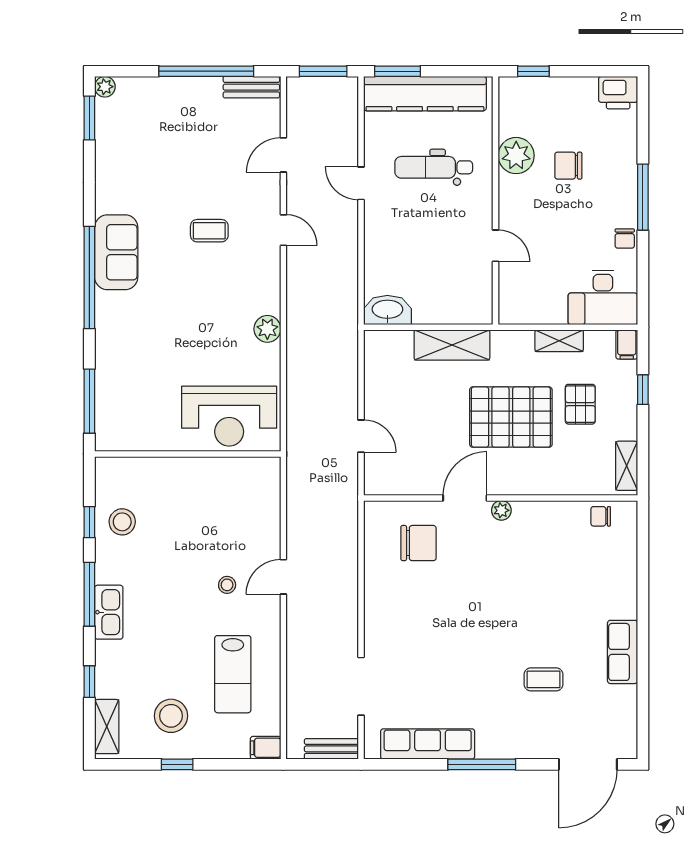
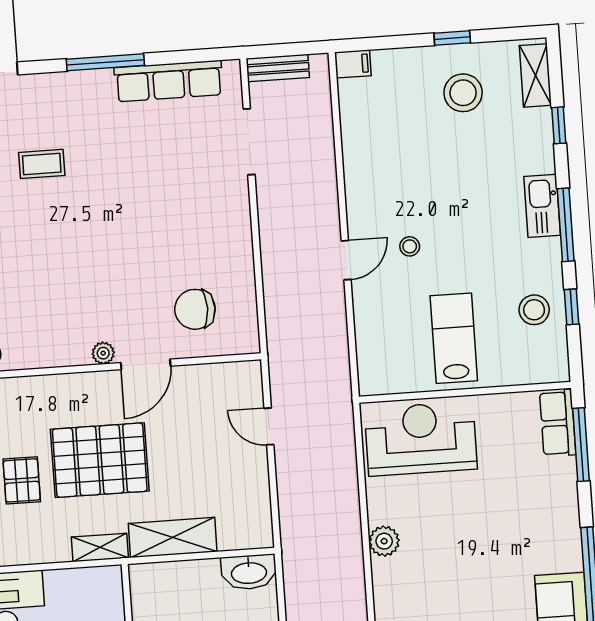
shelving: (559, 341) -> (100, 547), moved
row of seats: (108, 422) -> (558, 423), added
lab bench: (233, 674) -> (454, 338), moved

